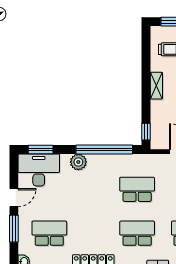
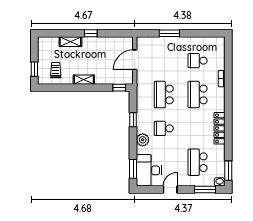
window: (104, 149) -> (133, 120), width x0.32
school desk: (93, 189) -> (164, 128), added
door: (14, 198) -> (170, 190), hinge flipped
window: (14, 229) -> (205, 190), moved

